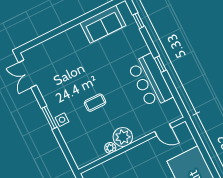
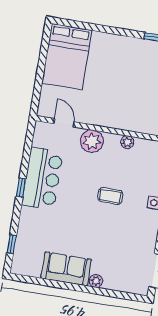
sofa: (103, 24) -> (66, 269), moved
plant: (63, 37) -> (96, 281), added
plant: (123, 137) -> (92, 141), moved

